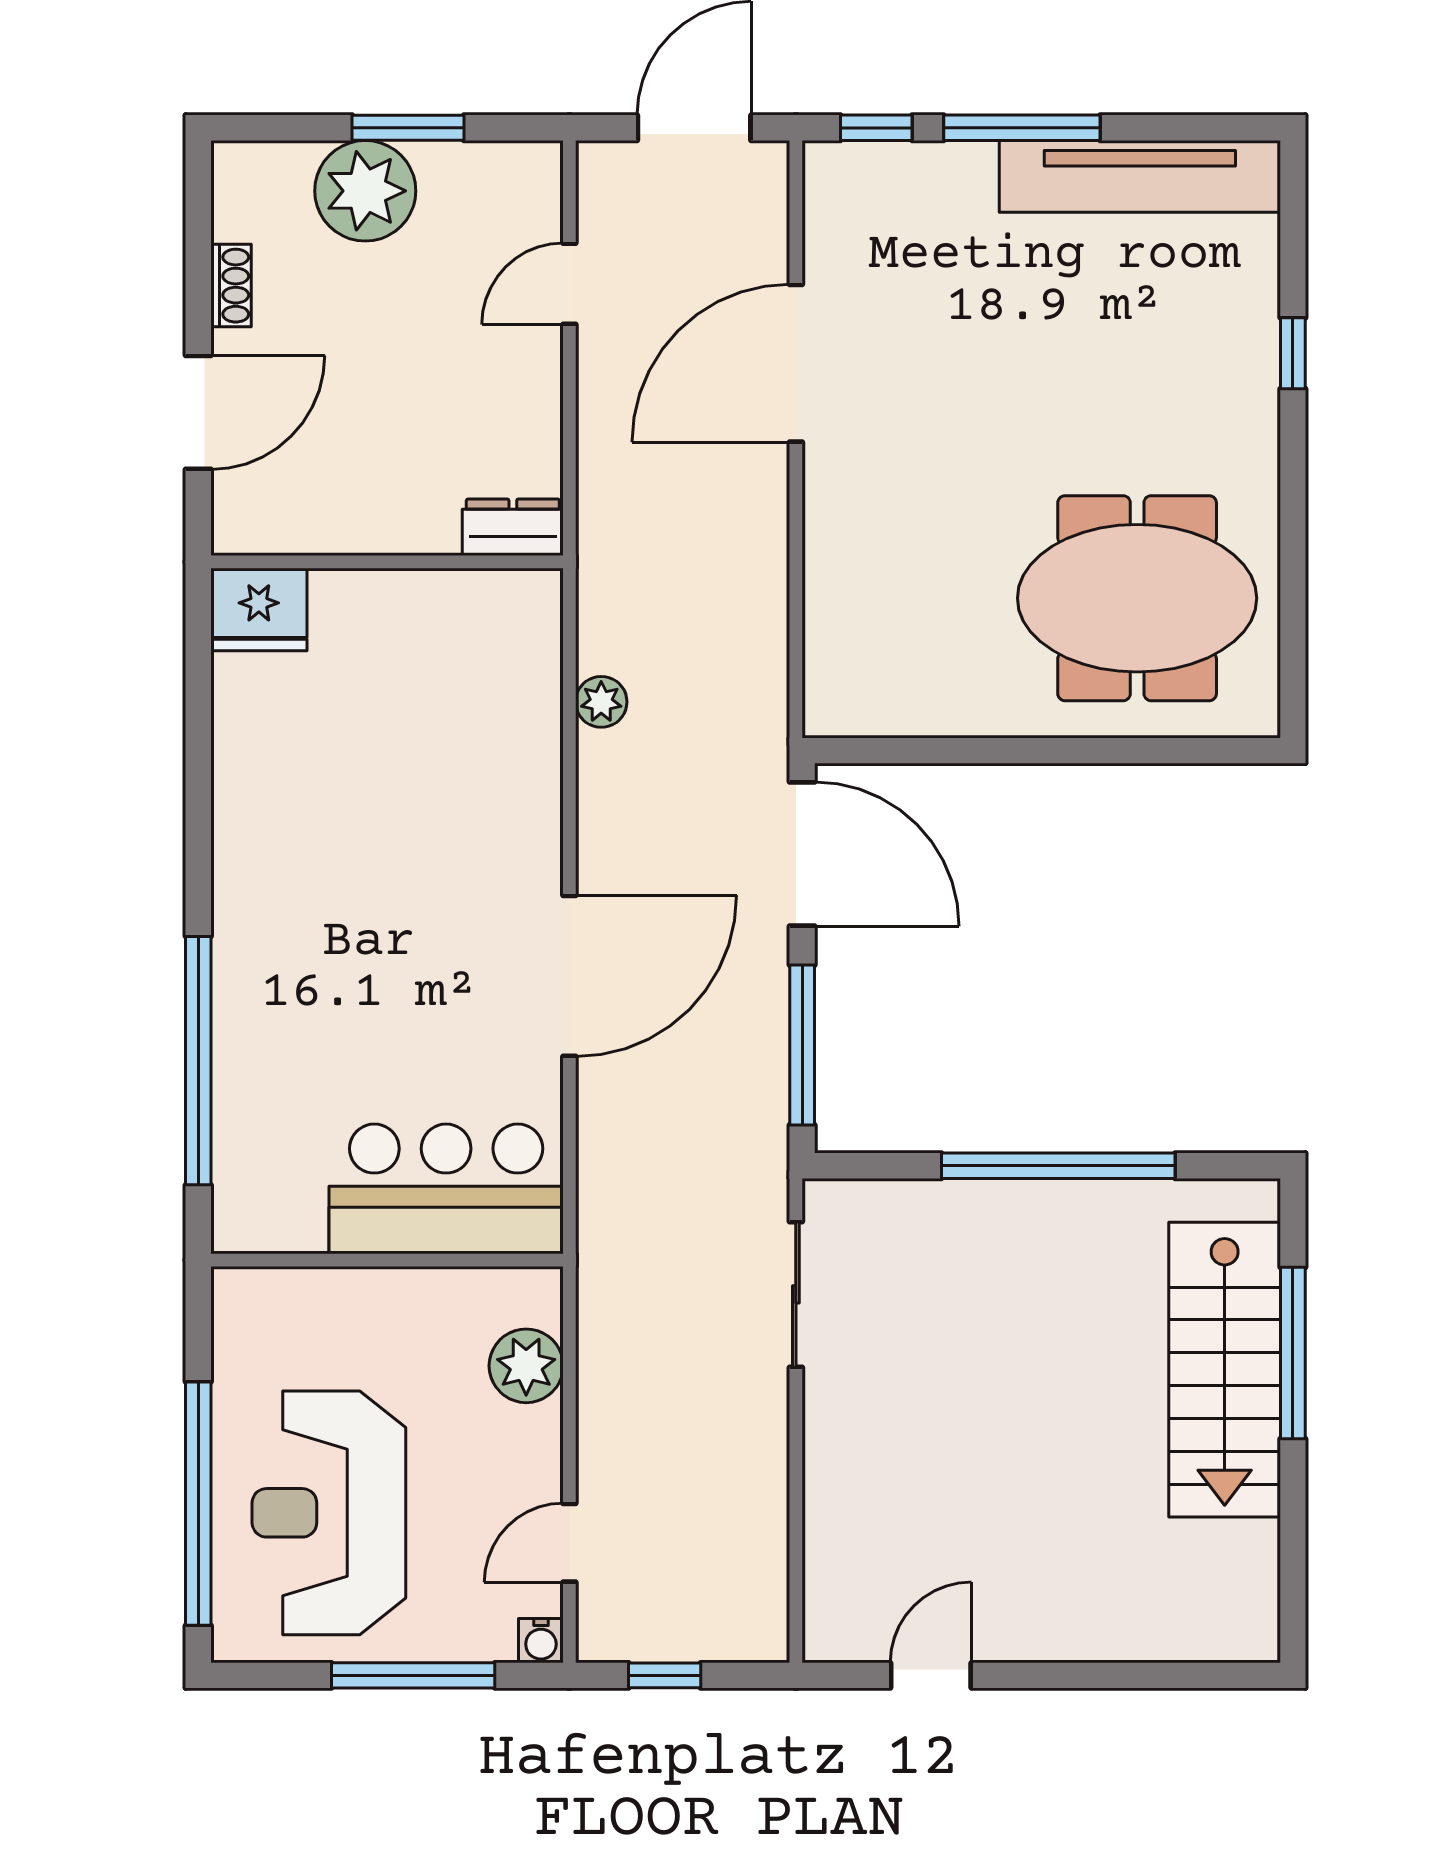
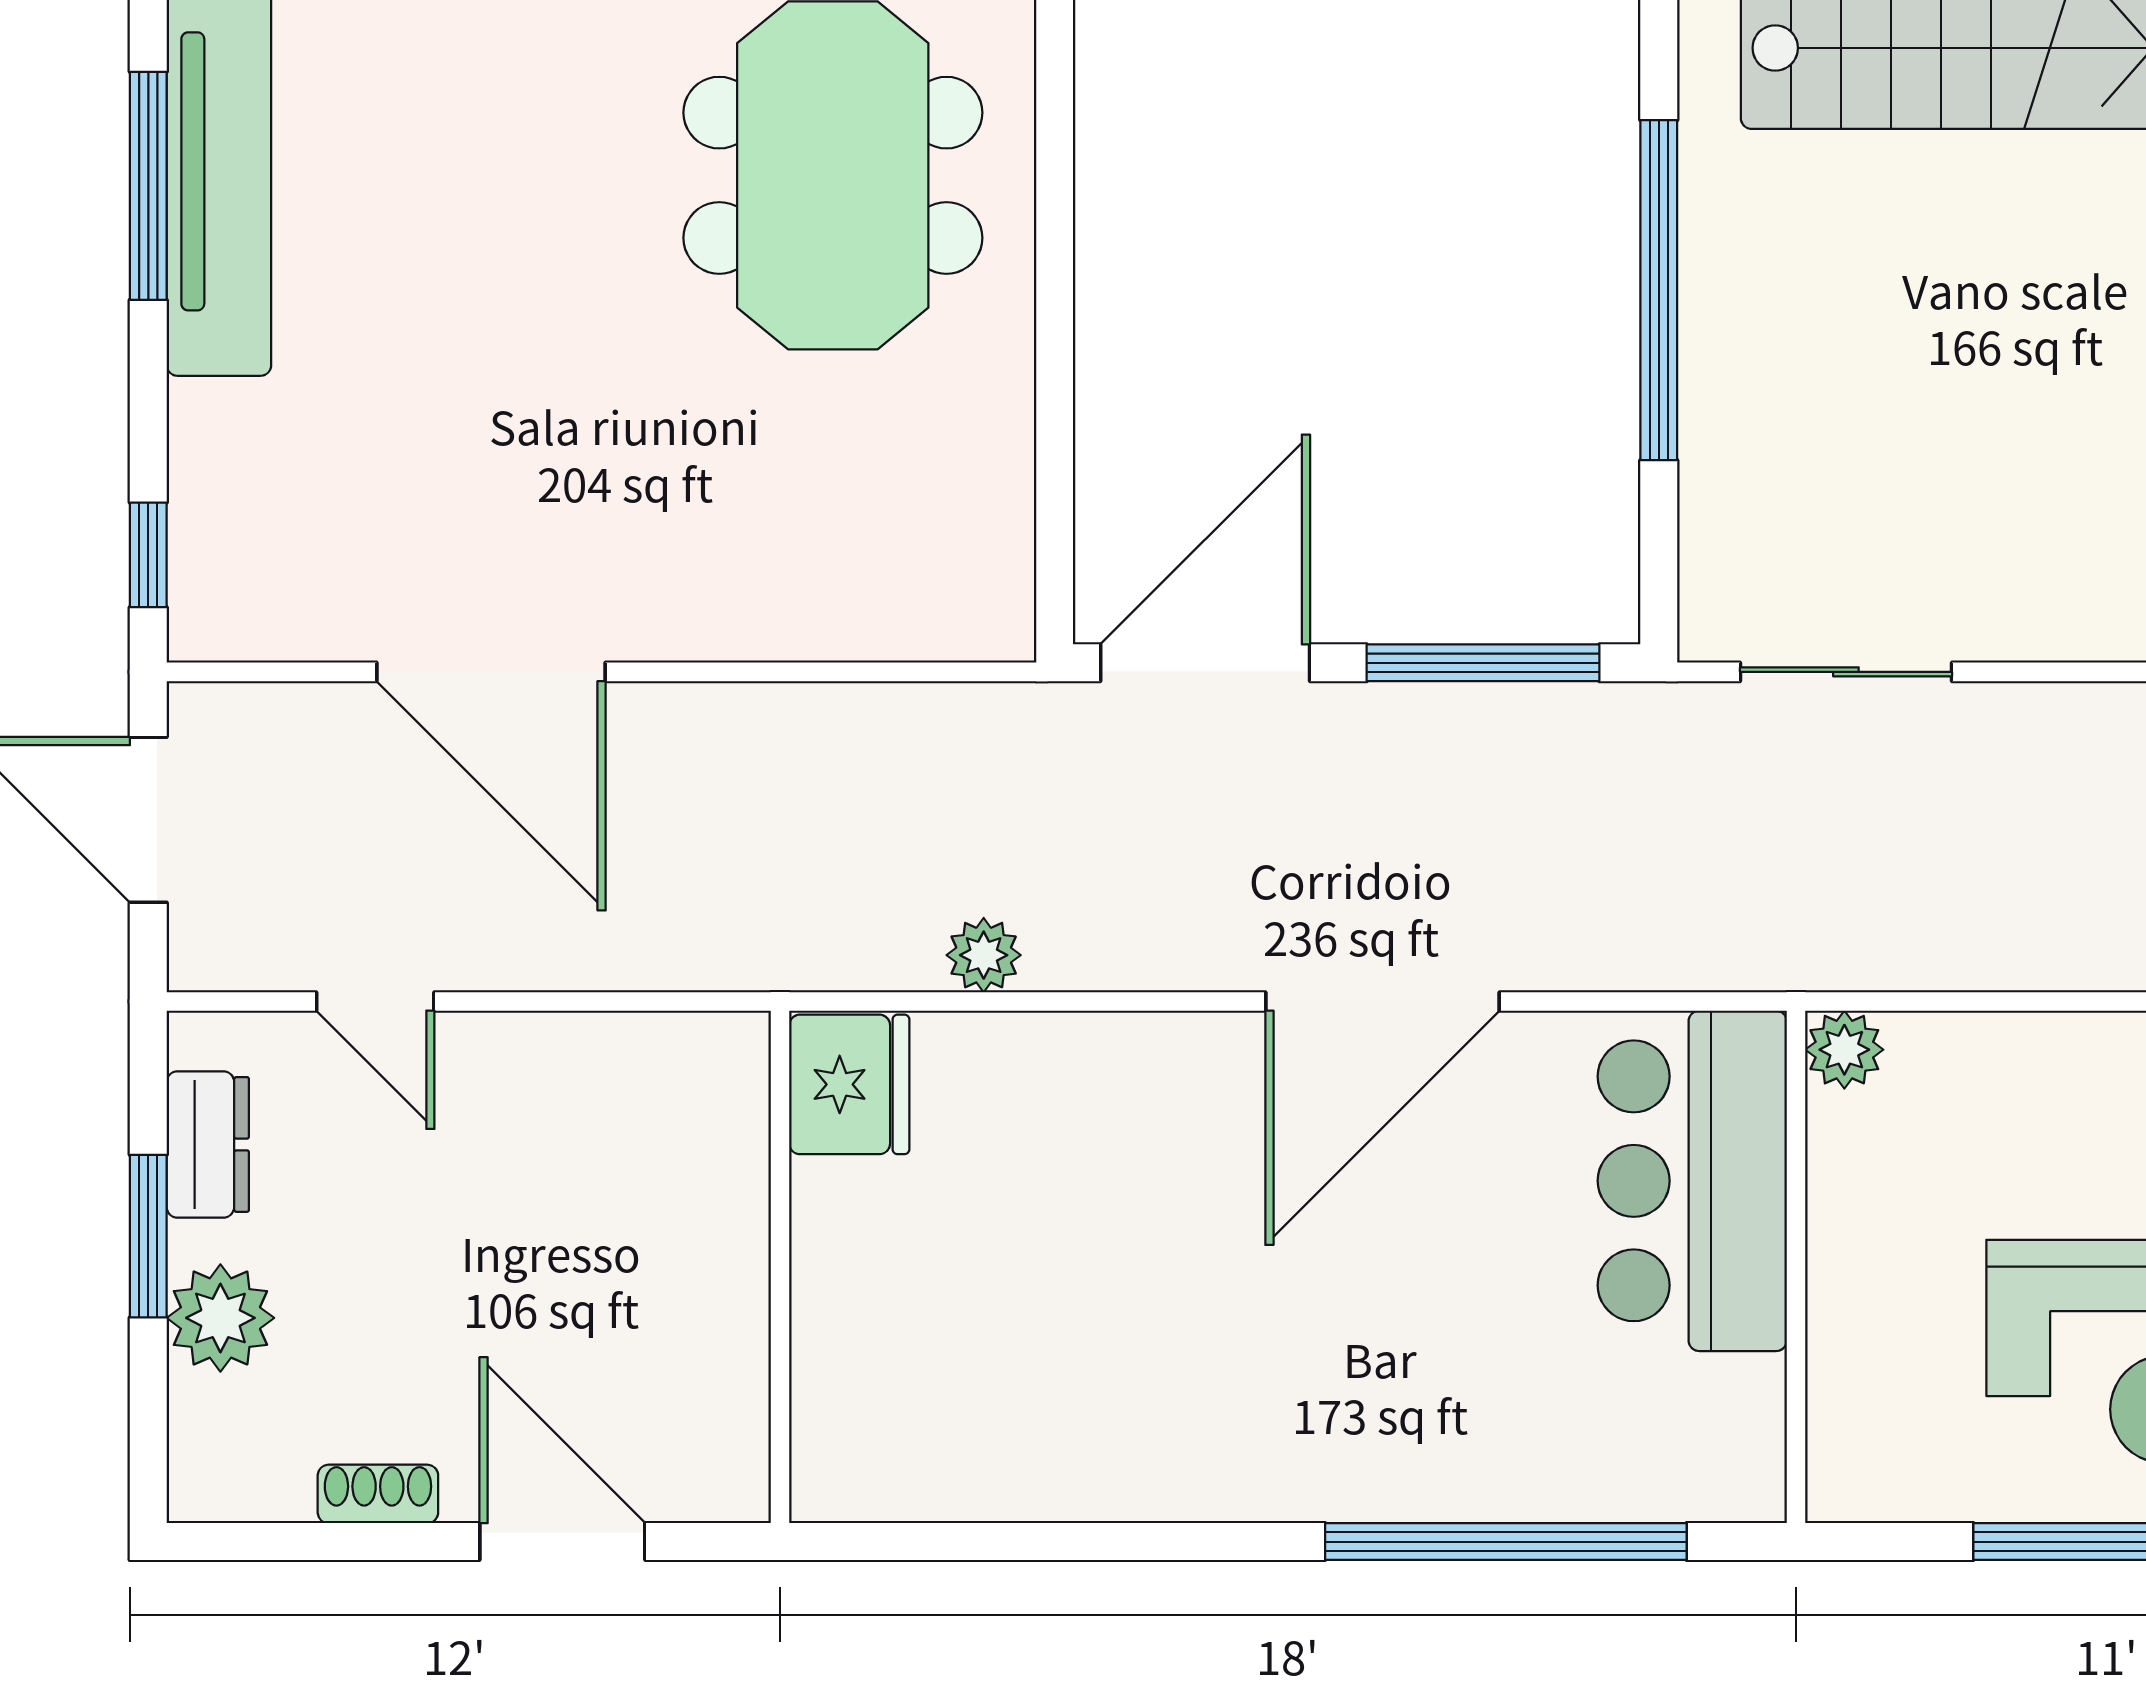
window: (1022, 128) -> (148, 186), moved
plant: (365, 191) -> (220, 1318), width x0.73, depth x0.73
dresser: (513, 527) -> (208, 1144), moved, turned 180
fridge: (259, 609) -> (849, 1084), moved
door: (569, 976) -> (1383, 1001), swing flipped
plant: (526, 1366) -> (1844, 1050), moved, width x0.73, depth x0.73

